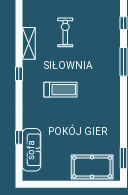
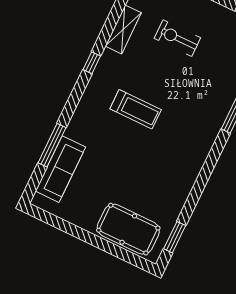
exercise bike: (65, 32) -> (177, 38), turned -90
window: (19, 137) -> (52, 145), width x2.17

